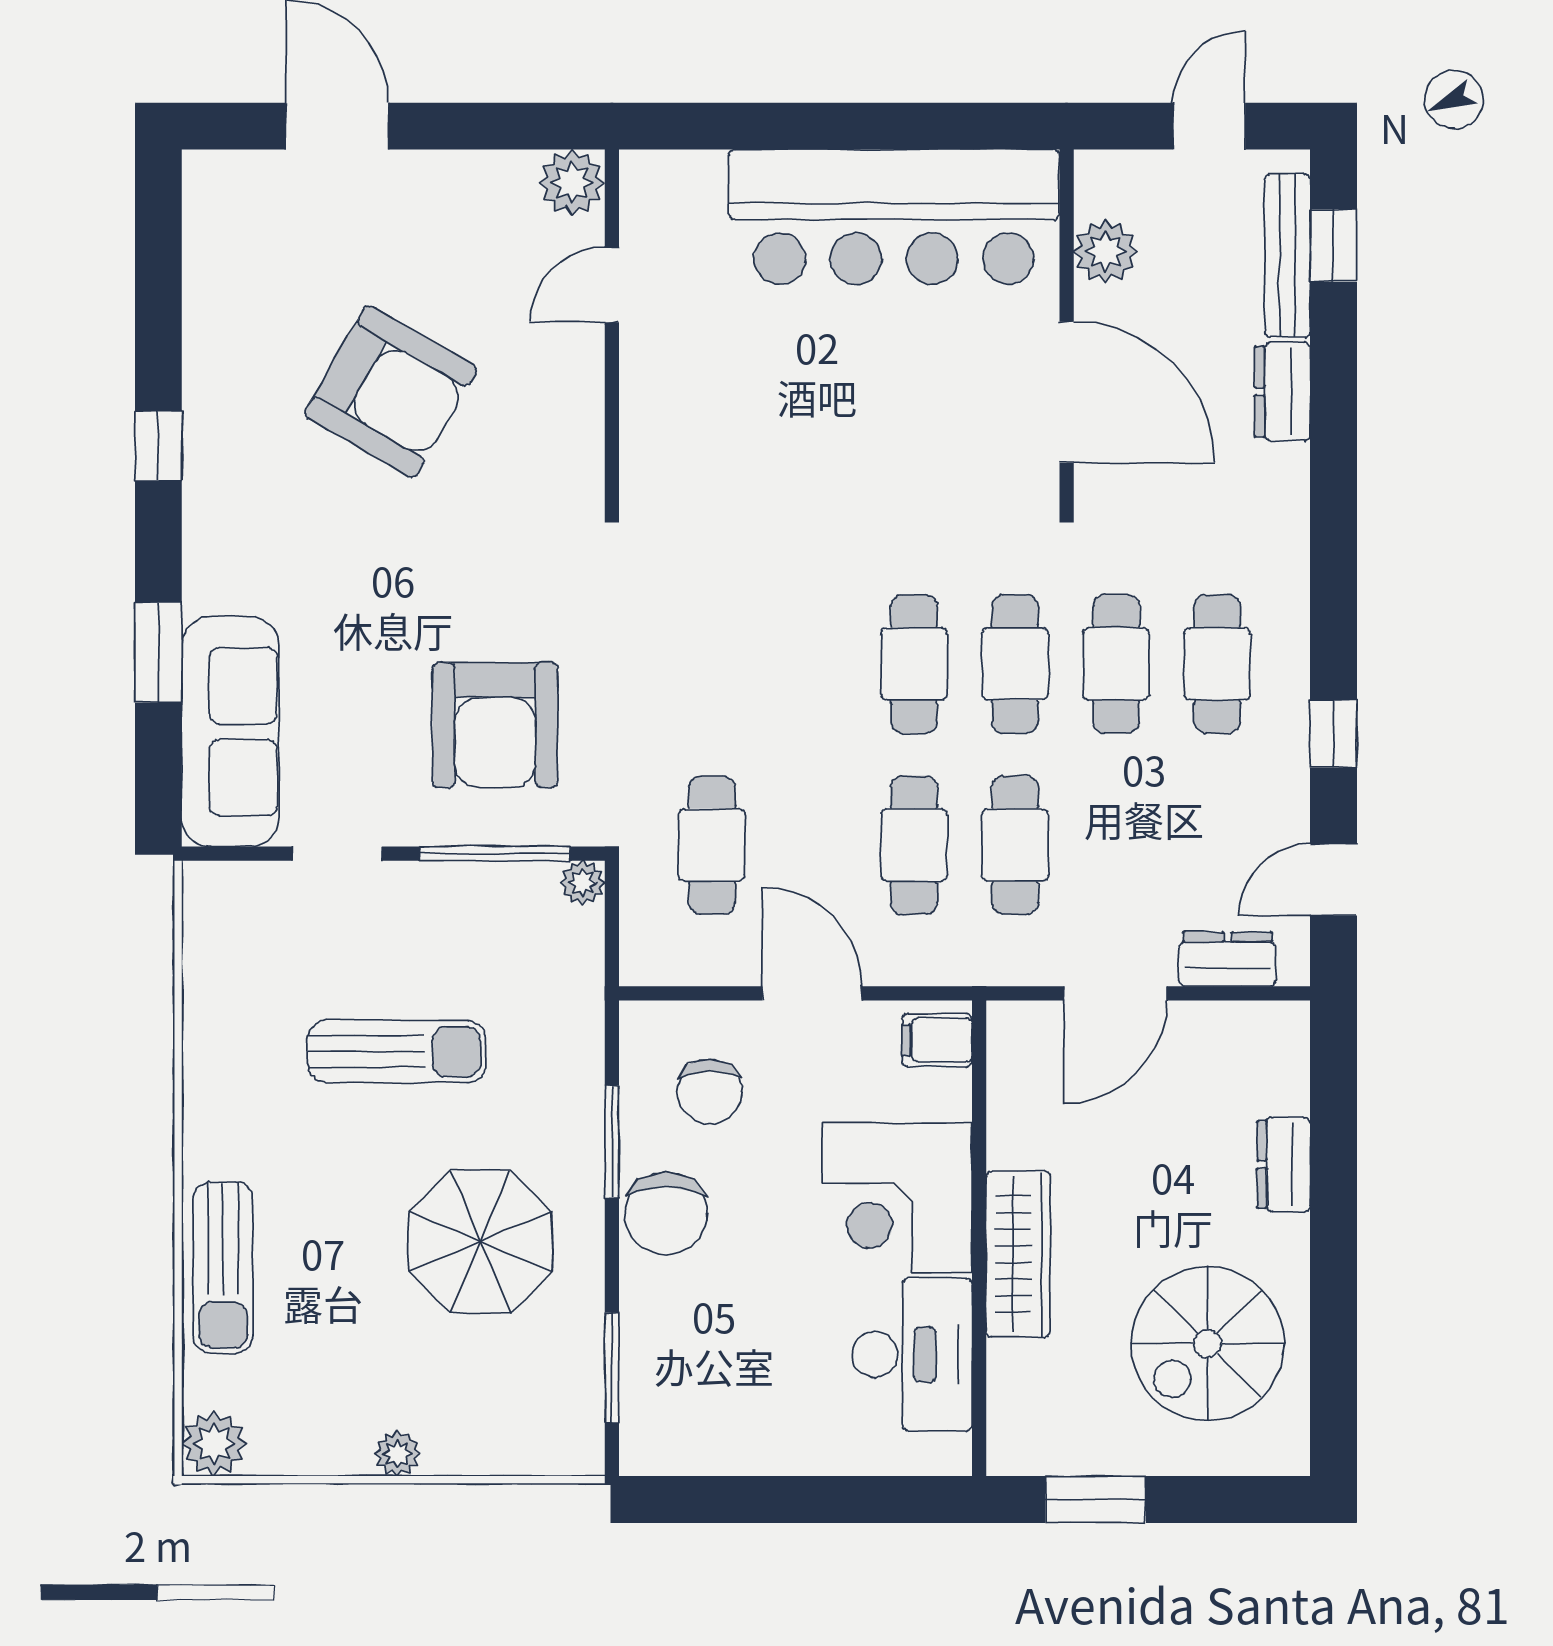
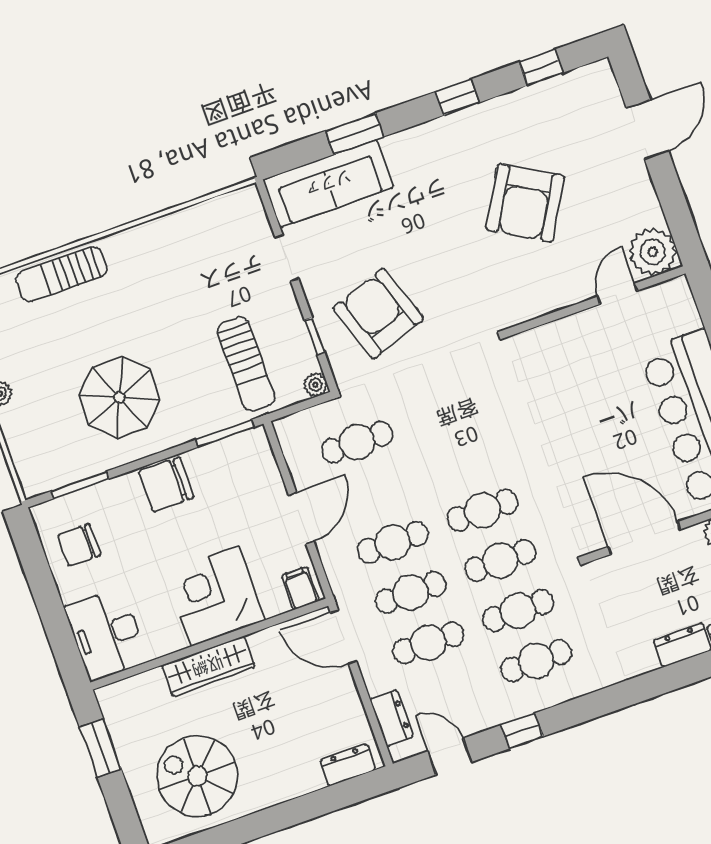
plant: (572, 182) -> (653, 252), width x1.36, depth x1.36
window: (158, 277) -> (541, 67), added
door: (612, 285) -> (617, 294), hinge flipped
door: (1067, 392) -> (644, 538), swing flipped
armchair: (495, 725) -> (378, 313), turned 71
cafe table: (1116, 845) -> (428, 643), added
window: (495, 854) -> (314, 336), width x0.46
door: (1115, 993) -> (343, 637), moved
sun lounger: (397, 1052) -> (246, 364), moved
chair: (710, 1092) -> (79, 545), moved
window: (612, 1142) -> (225, 433), moved
dresser: (1284, 1164) -> (348, 765), moved
desk: (912, 1354) -> (106, 634), moved, turned 90

